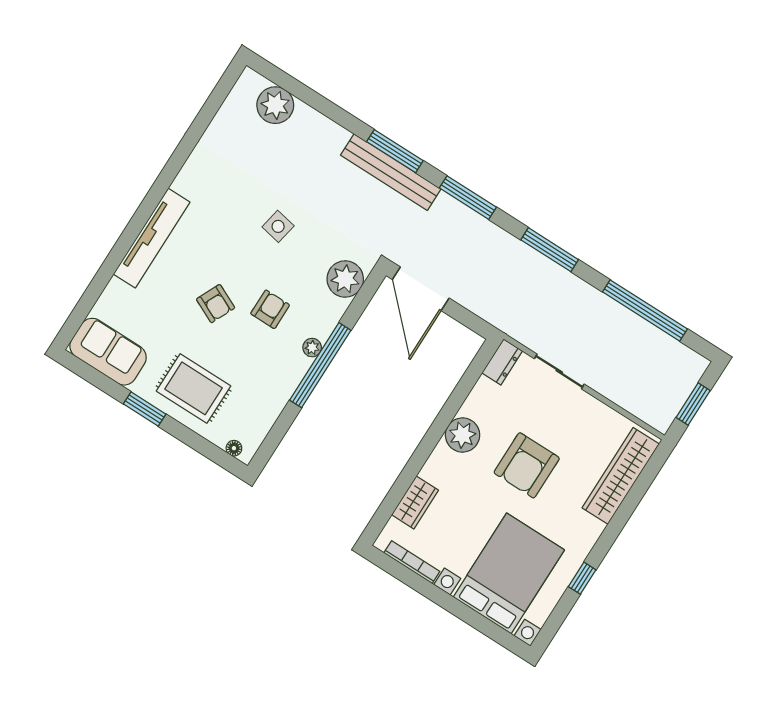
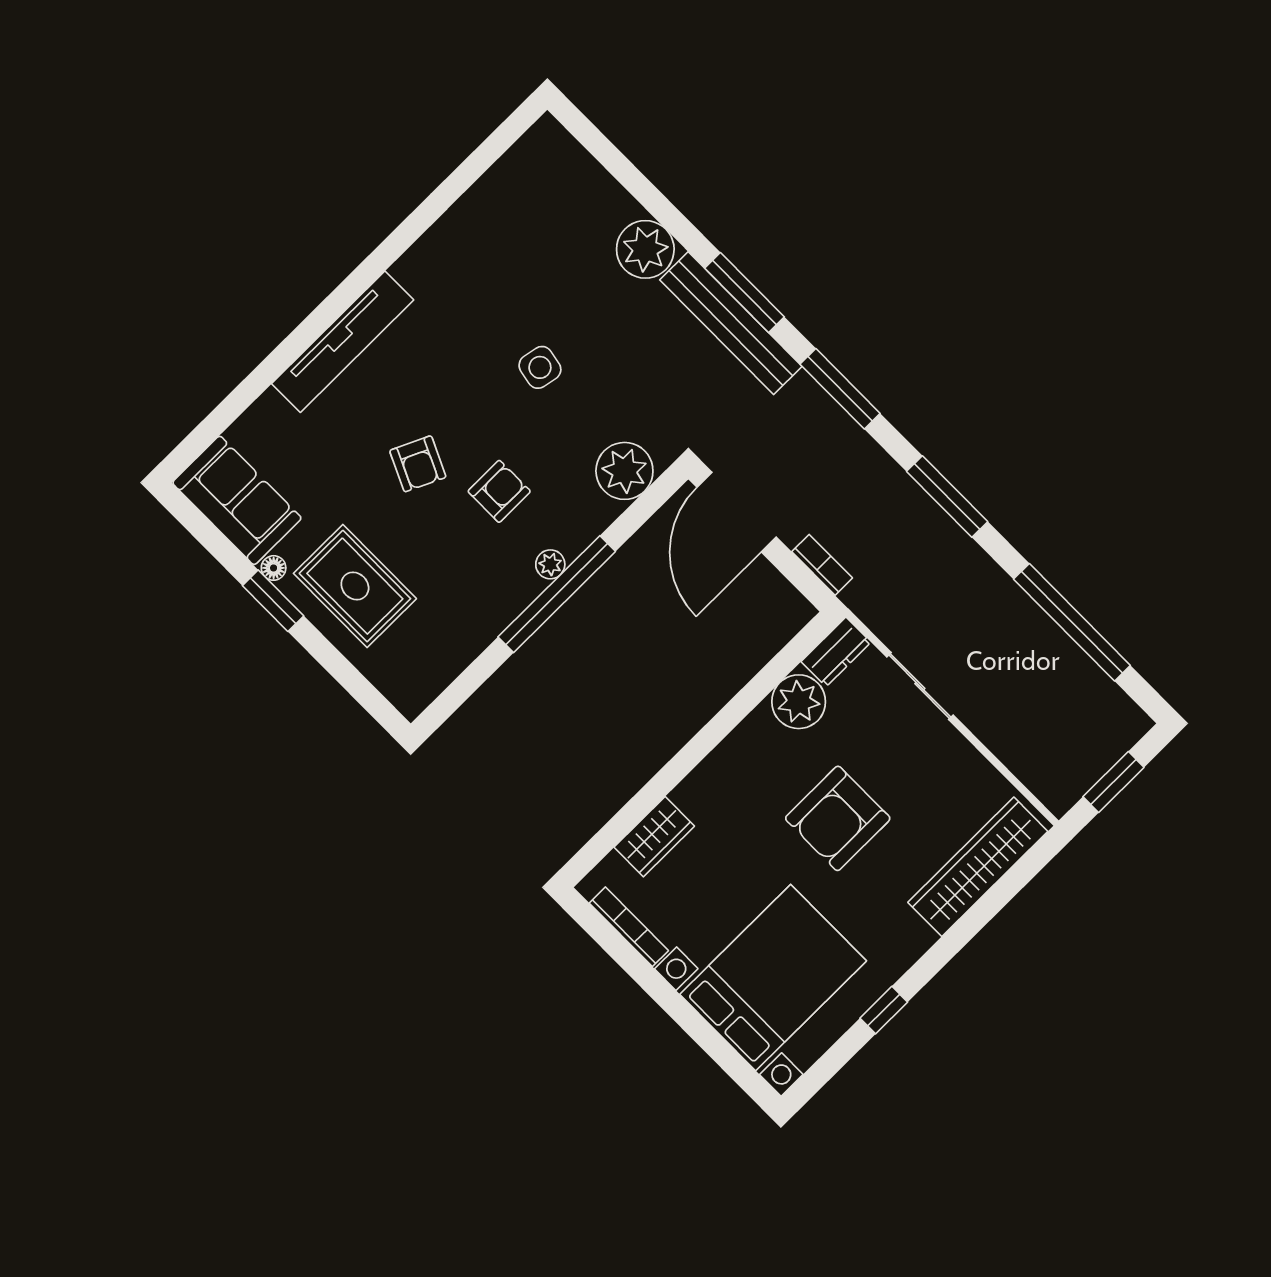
plant: (275, 105) -> (645, 249), moved
bookcase: (481, 310) -> (822, 565), added
plant: (463, 435) -> (799, 702), moved
floor lamp: (234, 448) -> (274, 568), moved

